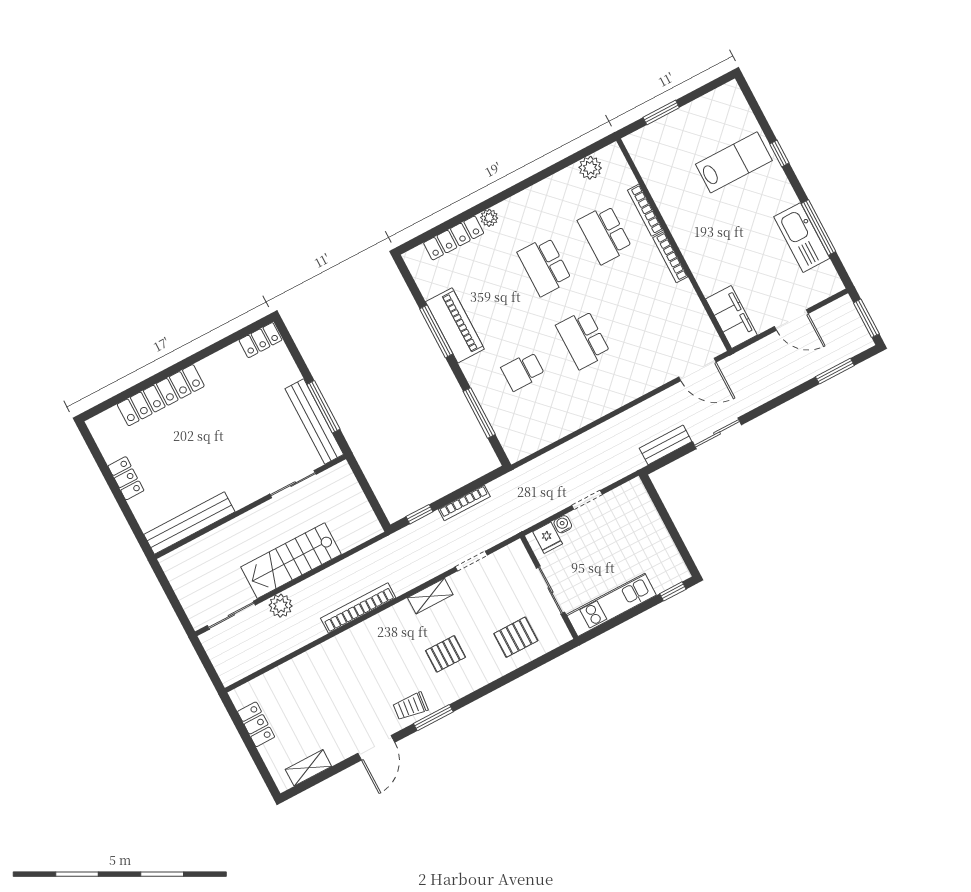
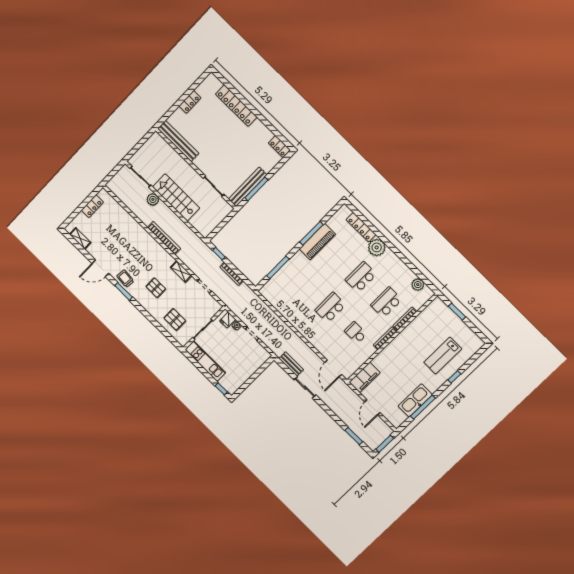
lab bench: (734, 162) -> (443, 356), turned 90
plant: (489, 218) -> (377, 247), width x1.87, depth x1.87
school desk: (523, 371) -> (356, 333), moved

